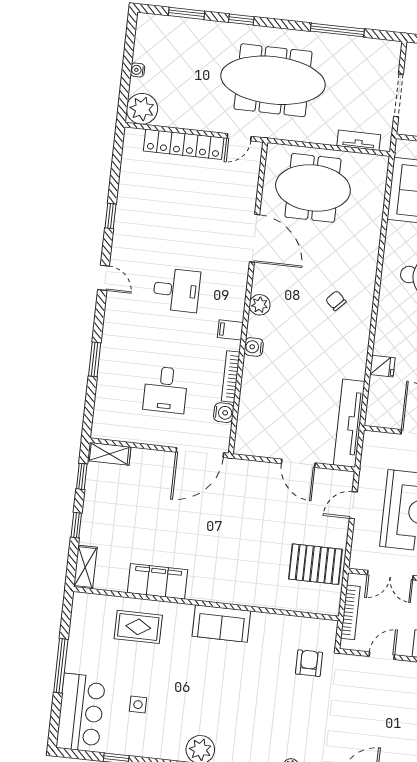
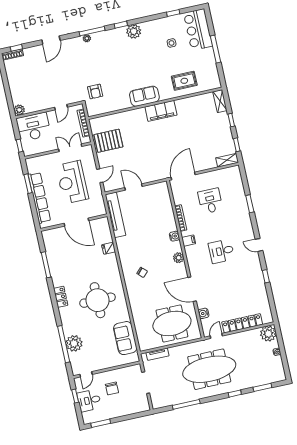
water cooler: (224, 413) -> (204, 313), moved
filing cabinet: (157, 581) -> (161, 111), moved

